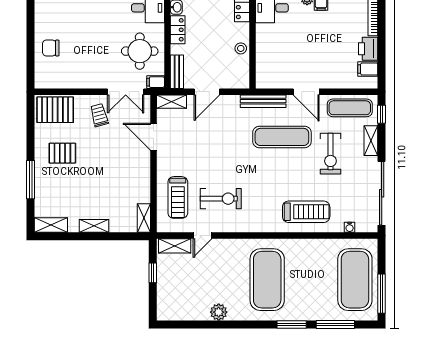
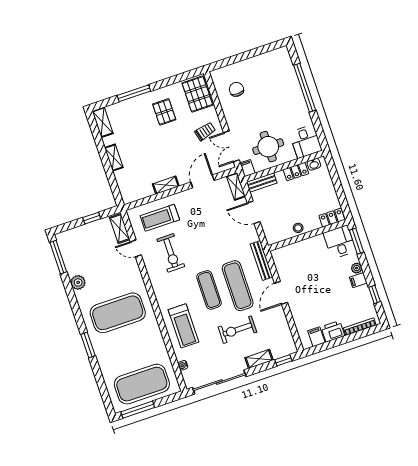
chair: (51, 48) -> (236, 89), moved
exercise mat: (350, 108) -> (209, 290), moved
shelving: (144, 218) -> (166, 185), moved
window: (335, 324) -> (58, 257), moved

